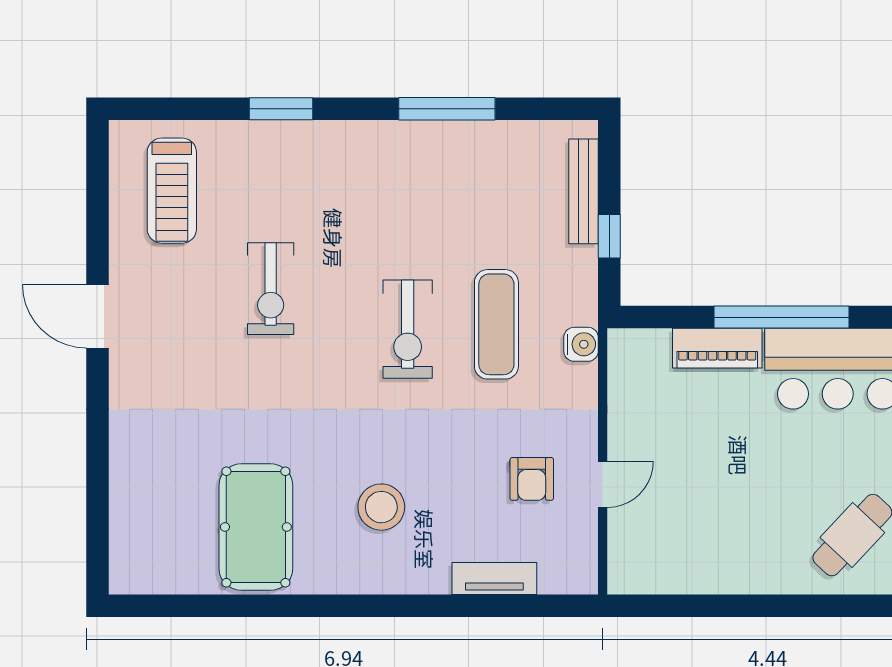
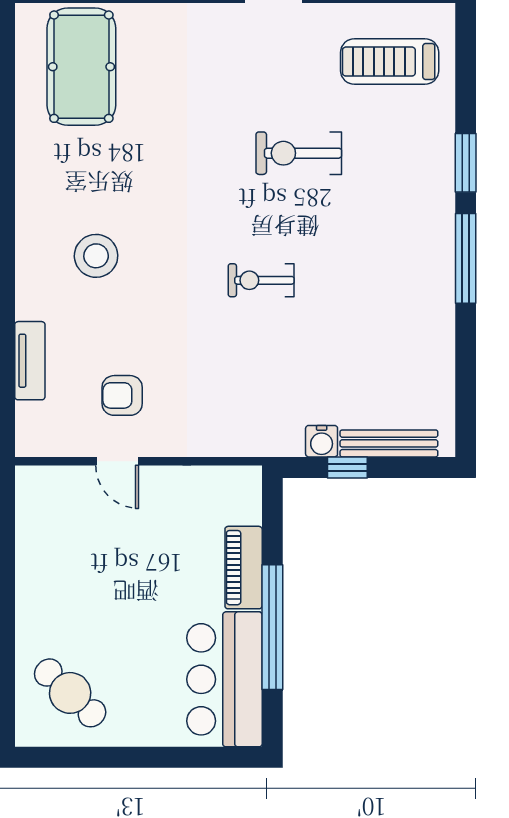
window: (447, 109) -> (466, 258), moved
exercise mat: (496, 324) -> (266, 363), removed
exercise bike: (408, 329) -> (261, 280), width x0.73, depth x0.72
water cooler: (581, 344) -> (322, 441), moved
pool table: (256, 527) -> (81, 67), moved, turned 90

